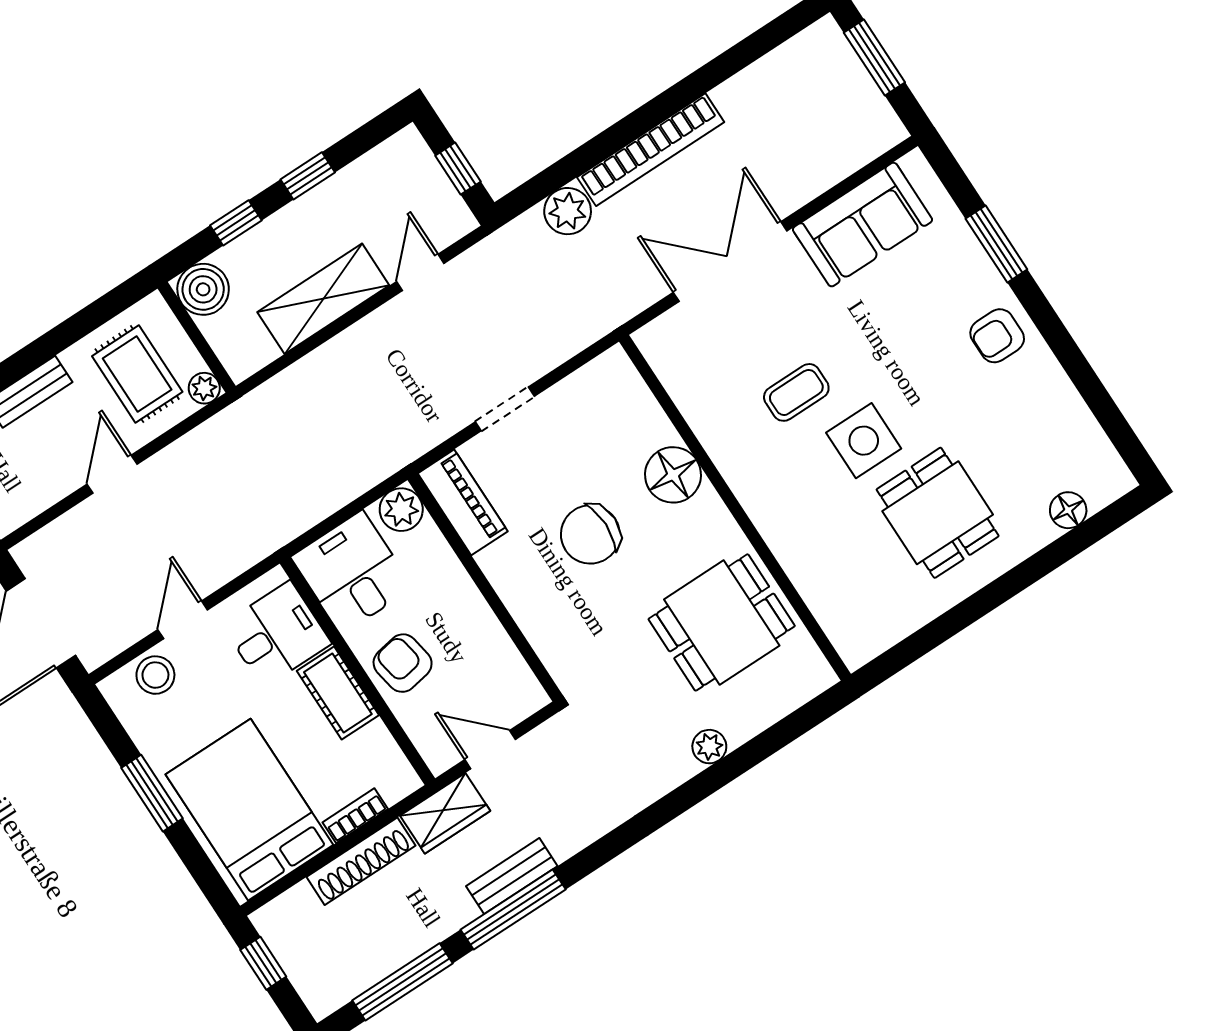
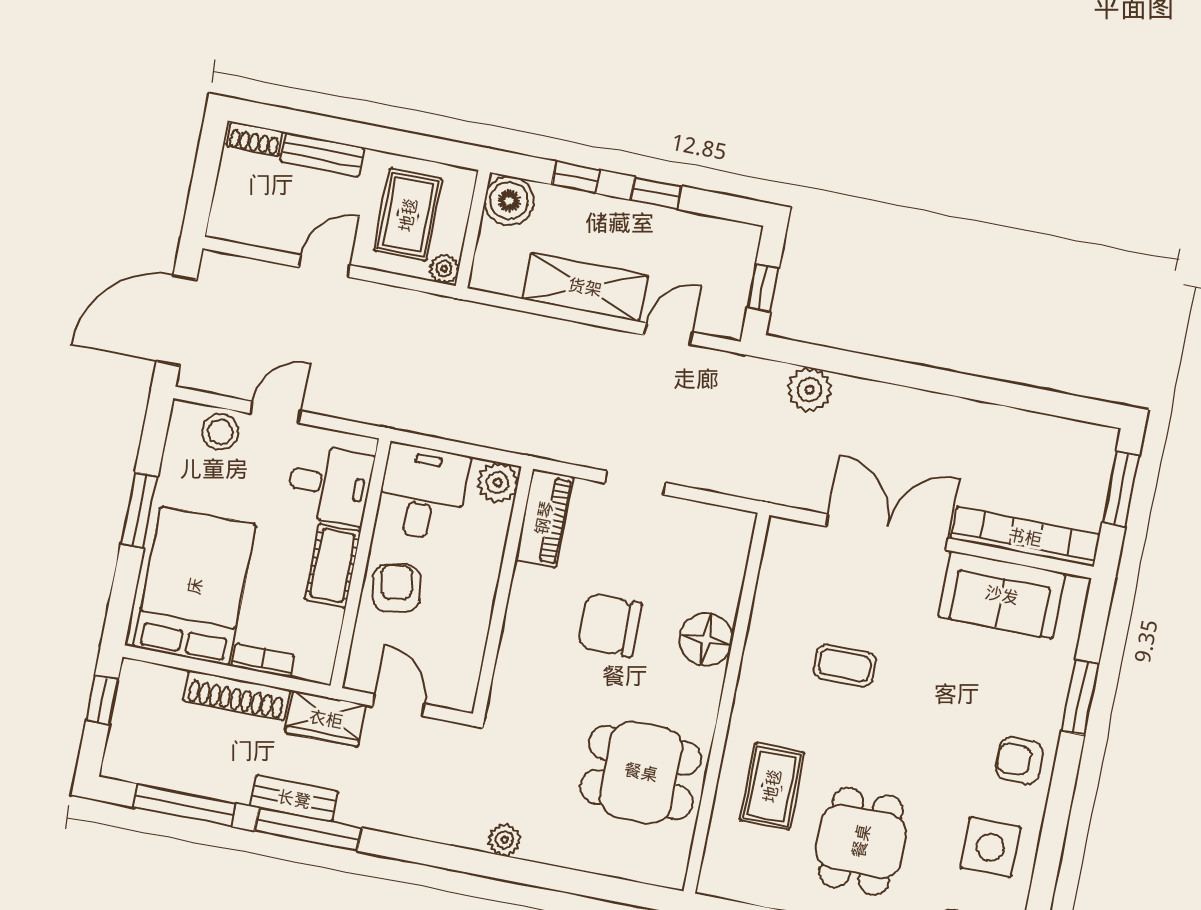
bookcase: (651, 150) -> (1025, 537), moved, turned 180
side table: (864, 441) -> (990, 847), moved
rug: (830, 537) -> (772, 786), added
plant: (709, 747) -> (504, 840), moved
bench: (512, 876) -> (294, 799), moved

